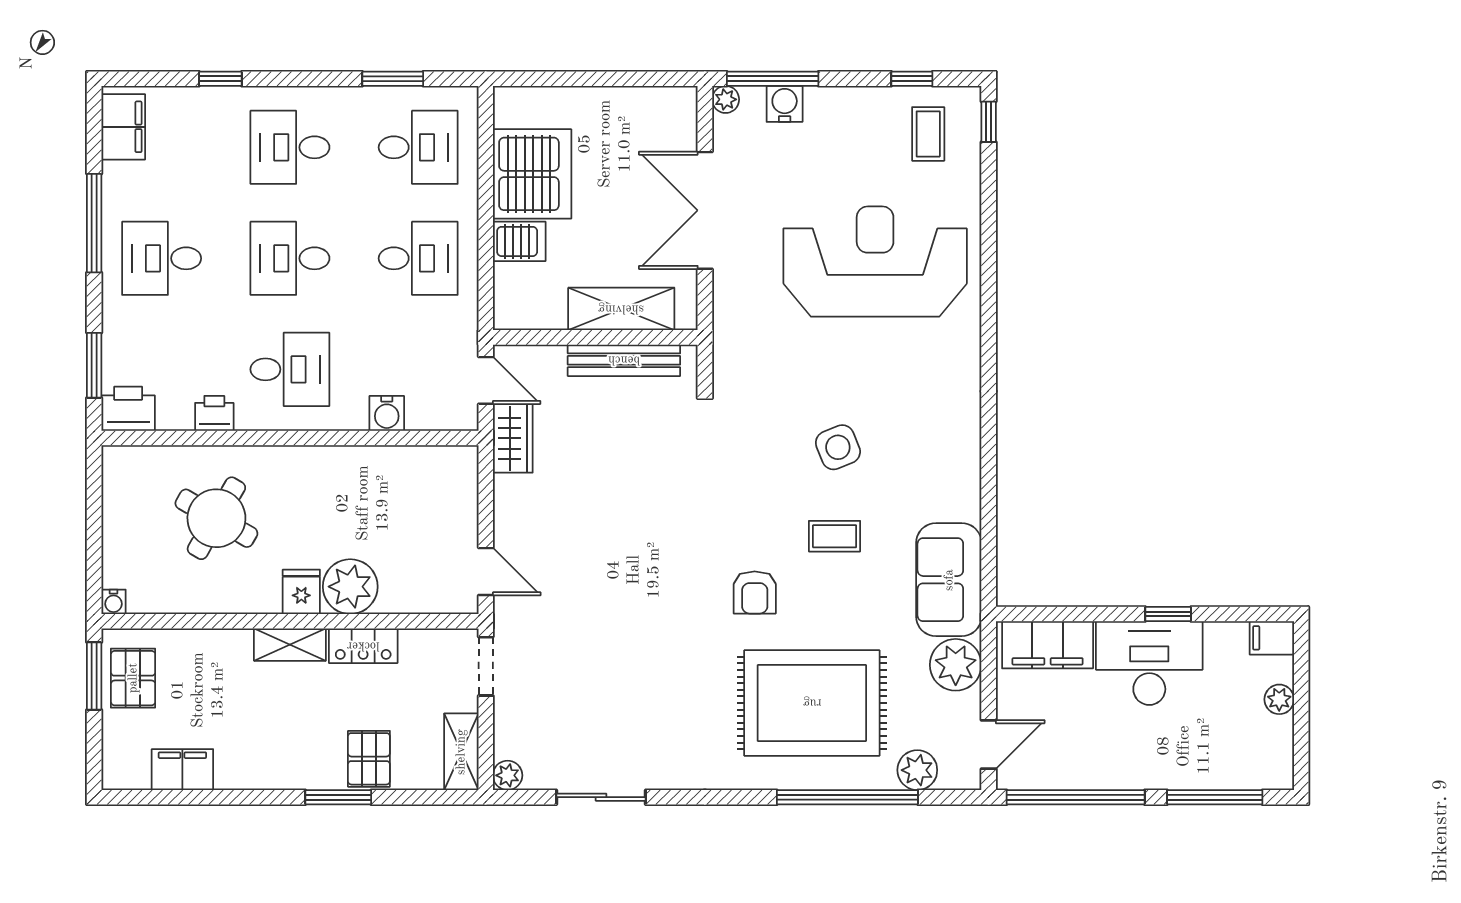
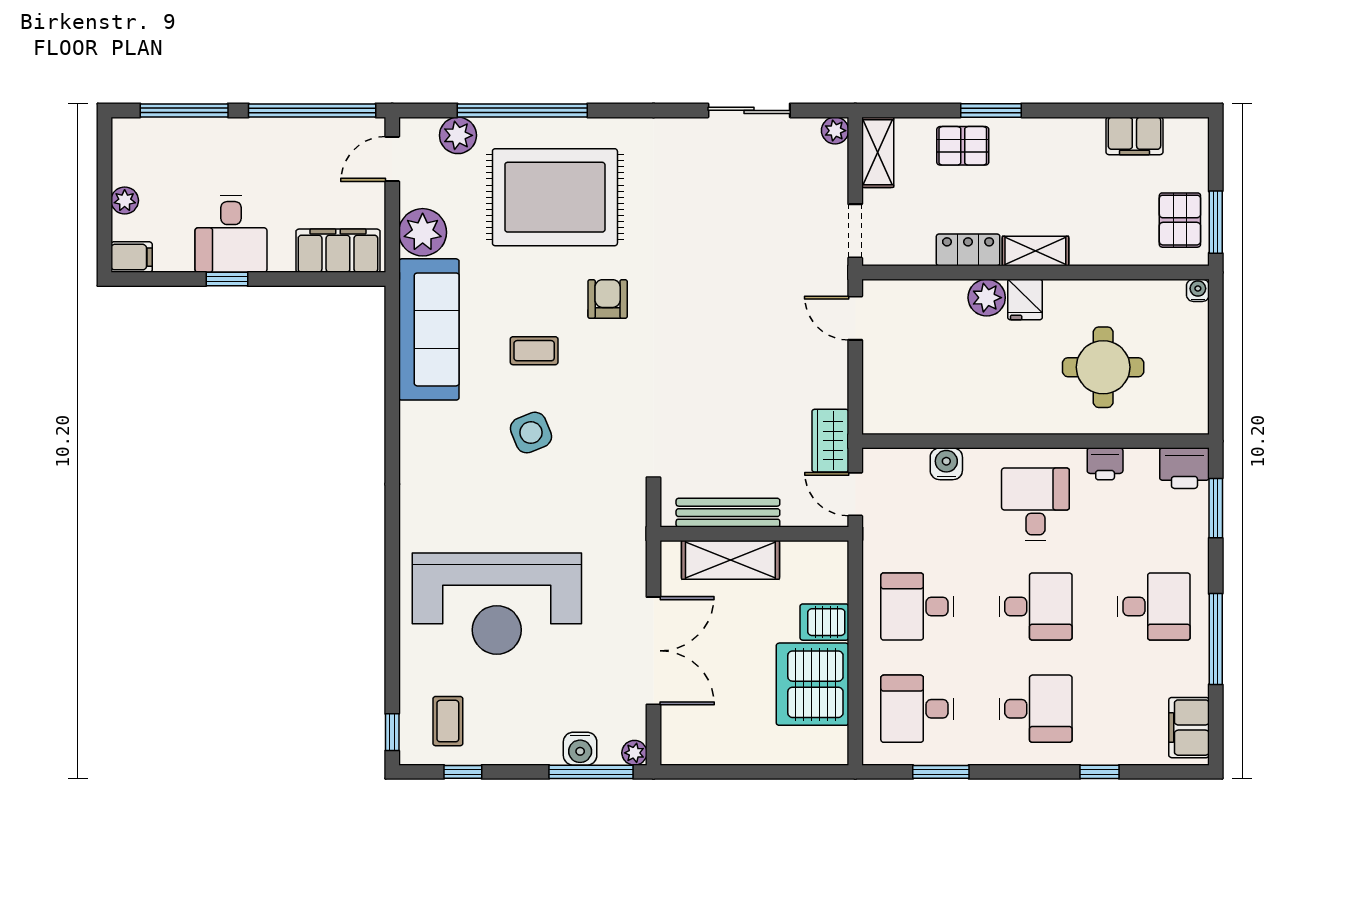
desk: (290, 369) -> (1035, 504), turned 90
round table: (216, 518) -> (1103, 367), turned -30
sofa: (949, 580) -> (429, 329), width x1.36
plant: (350, 587) -> (987, 298), width x0.73, depth x0.73
desk: (1149, 663) -> (231, 234), width x0.73
pallet: (369, 759) -> (963, 146), turned 90

